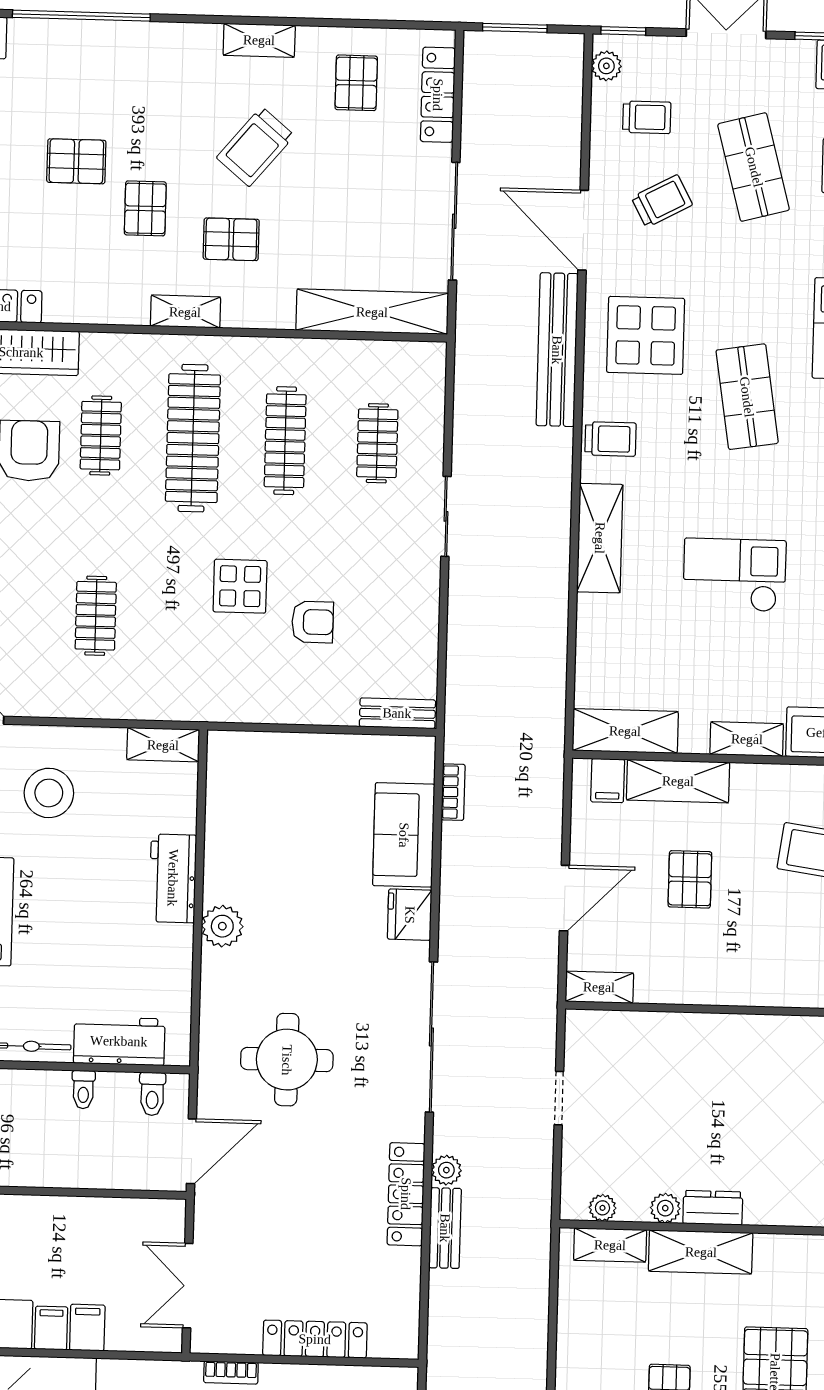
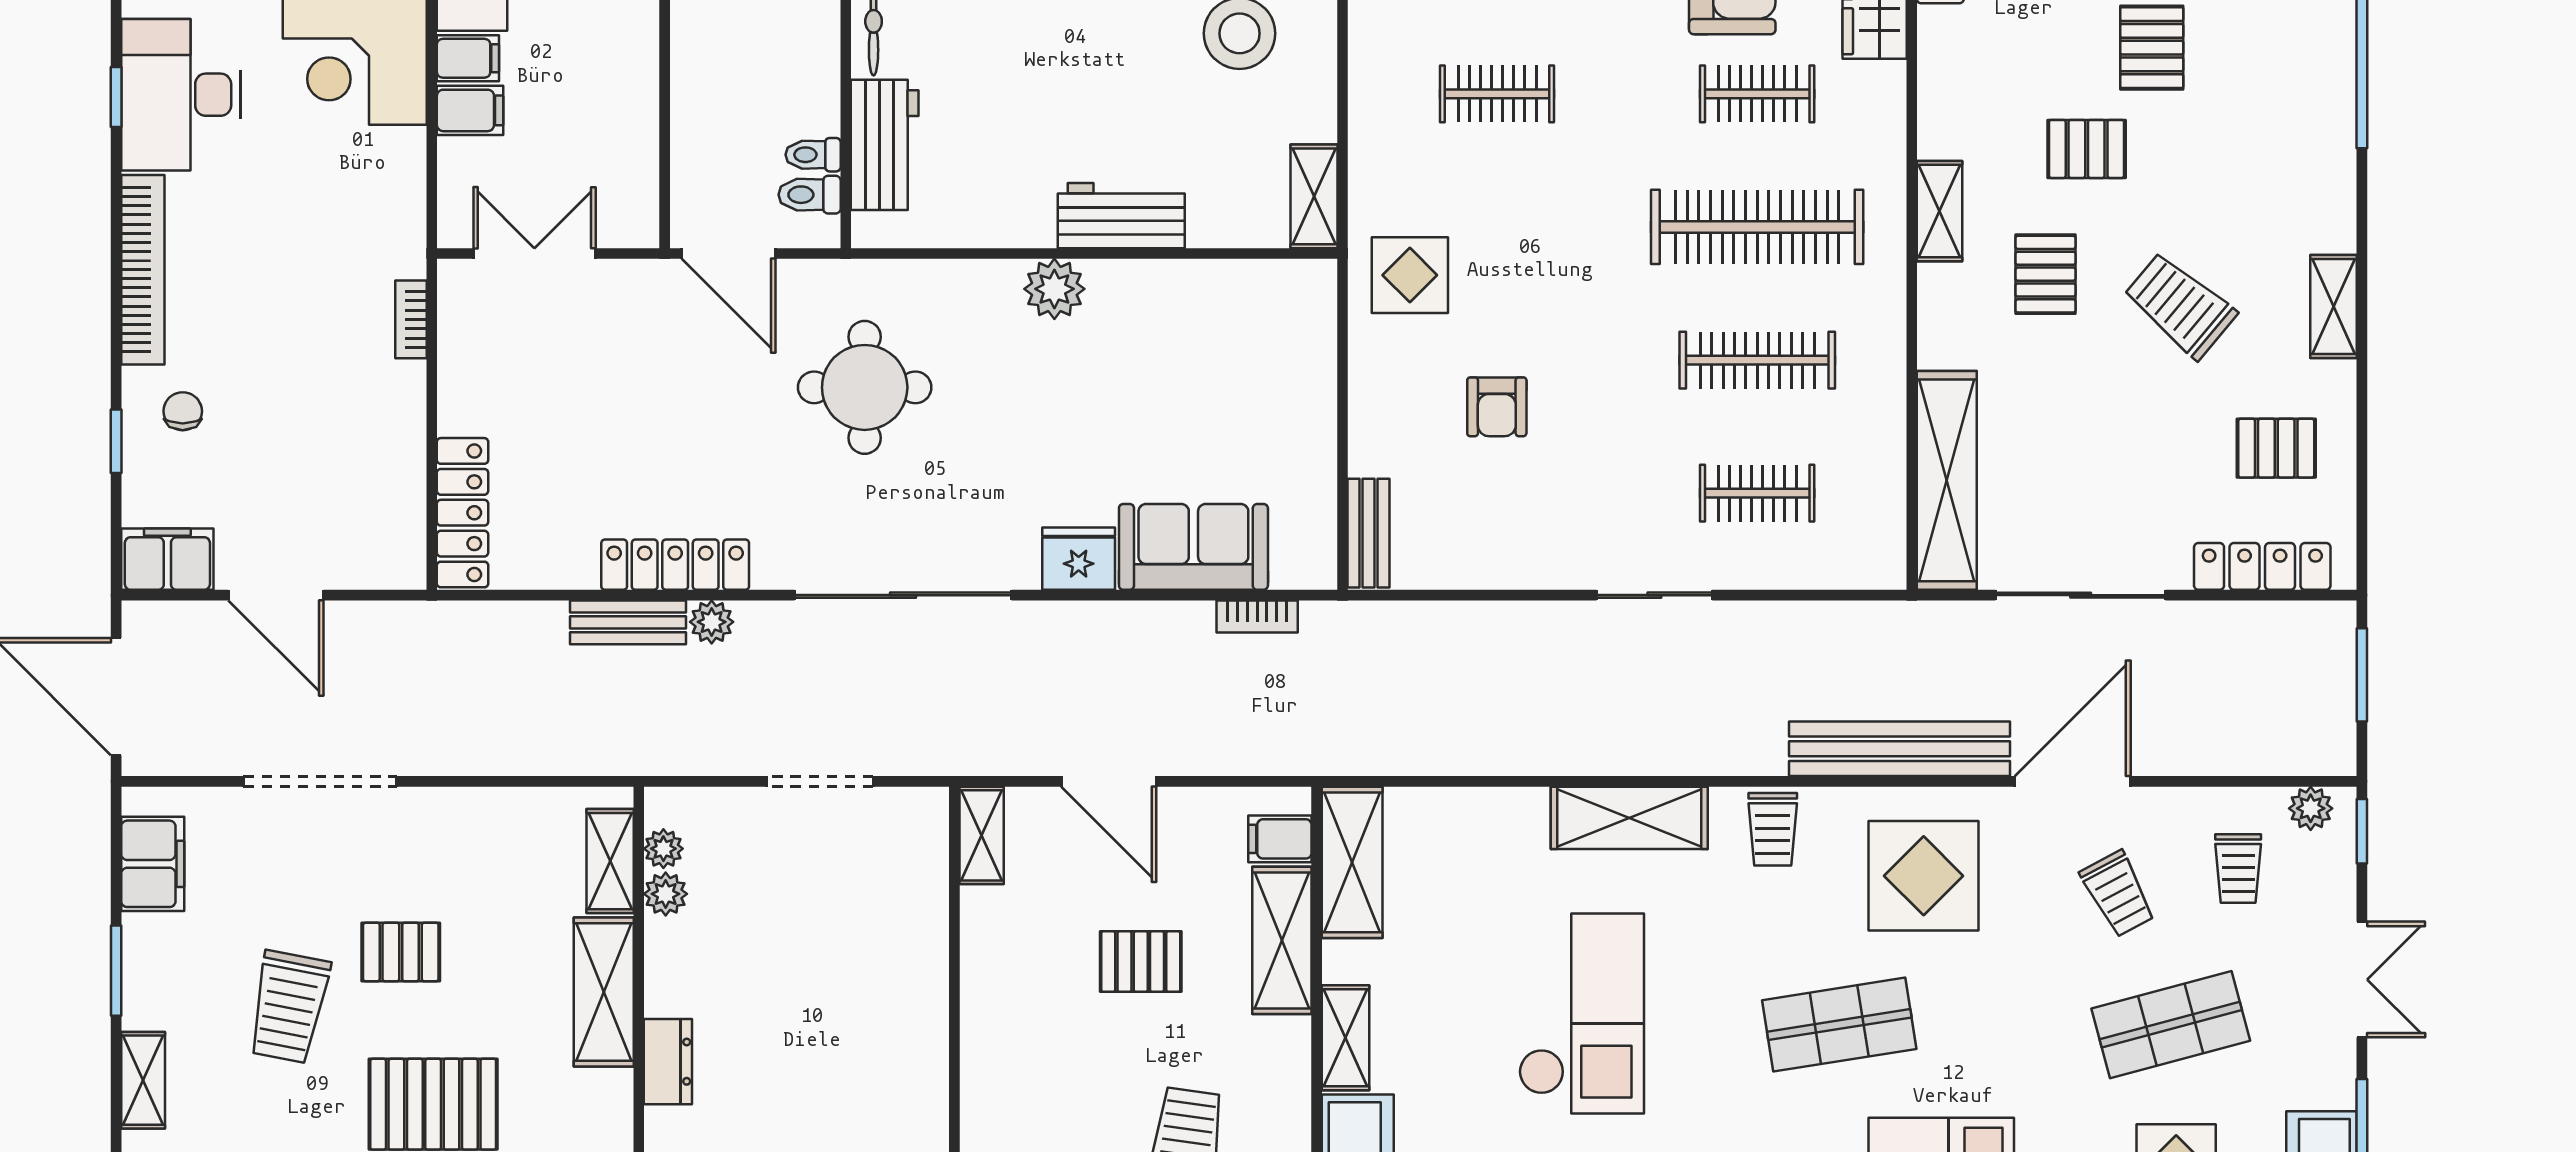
checkout: (734, 575) -> (1581, 1014), width x1.36, depth x1.21
display table: (240, 586) -> (1410, 275), moved
toilet: (83, 1090) -> (813, 155), moved
doorway: (559, 1098) -> (820, 781), width x1.38
plant: (665, 1208) -> (666, 894), moved
dresser: (713, 1208) -> (668, 1062), moved
locker: (315, 1339) -> (463, 513), moved

